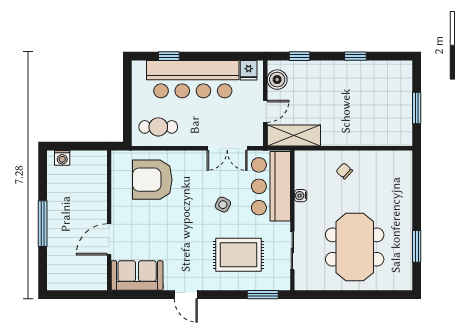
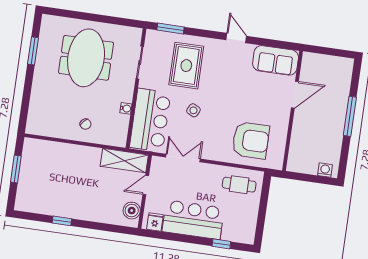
window: (299, 56) -> (110, 228), removed
bar counter: (193, 79) -> (193, 220), width x0.73
rug: (238, 255) -> (186, 66), turned 90

